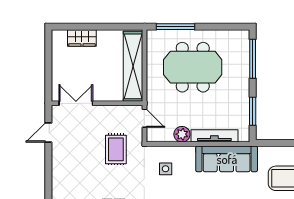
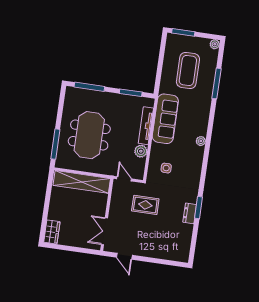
wardrobe: (82, 38) -> (52, 232), moved
door: (144, 118) -> (124, 179), hinge flipped

